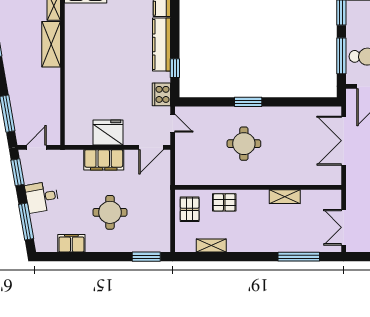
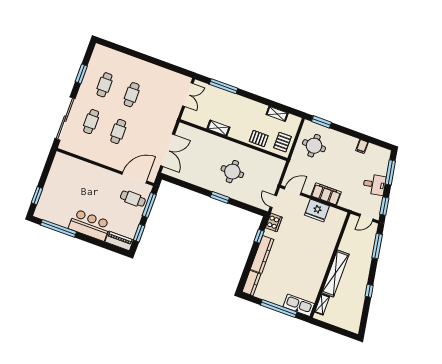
shelving: (51, 44) -> (335, 274), width x1.47
round table: (110, 212) -> (314, 146), moved
filing cabinet: (71, 243) -> (362, 146), width x0.50

